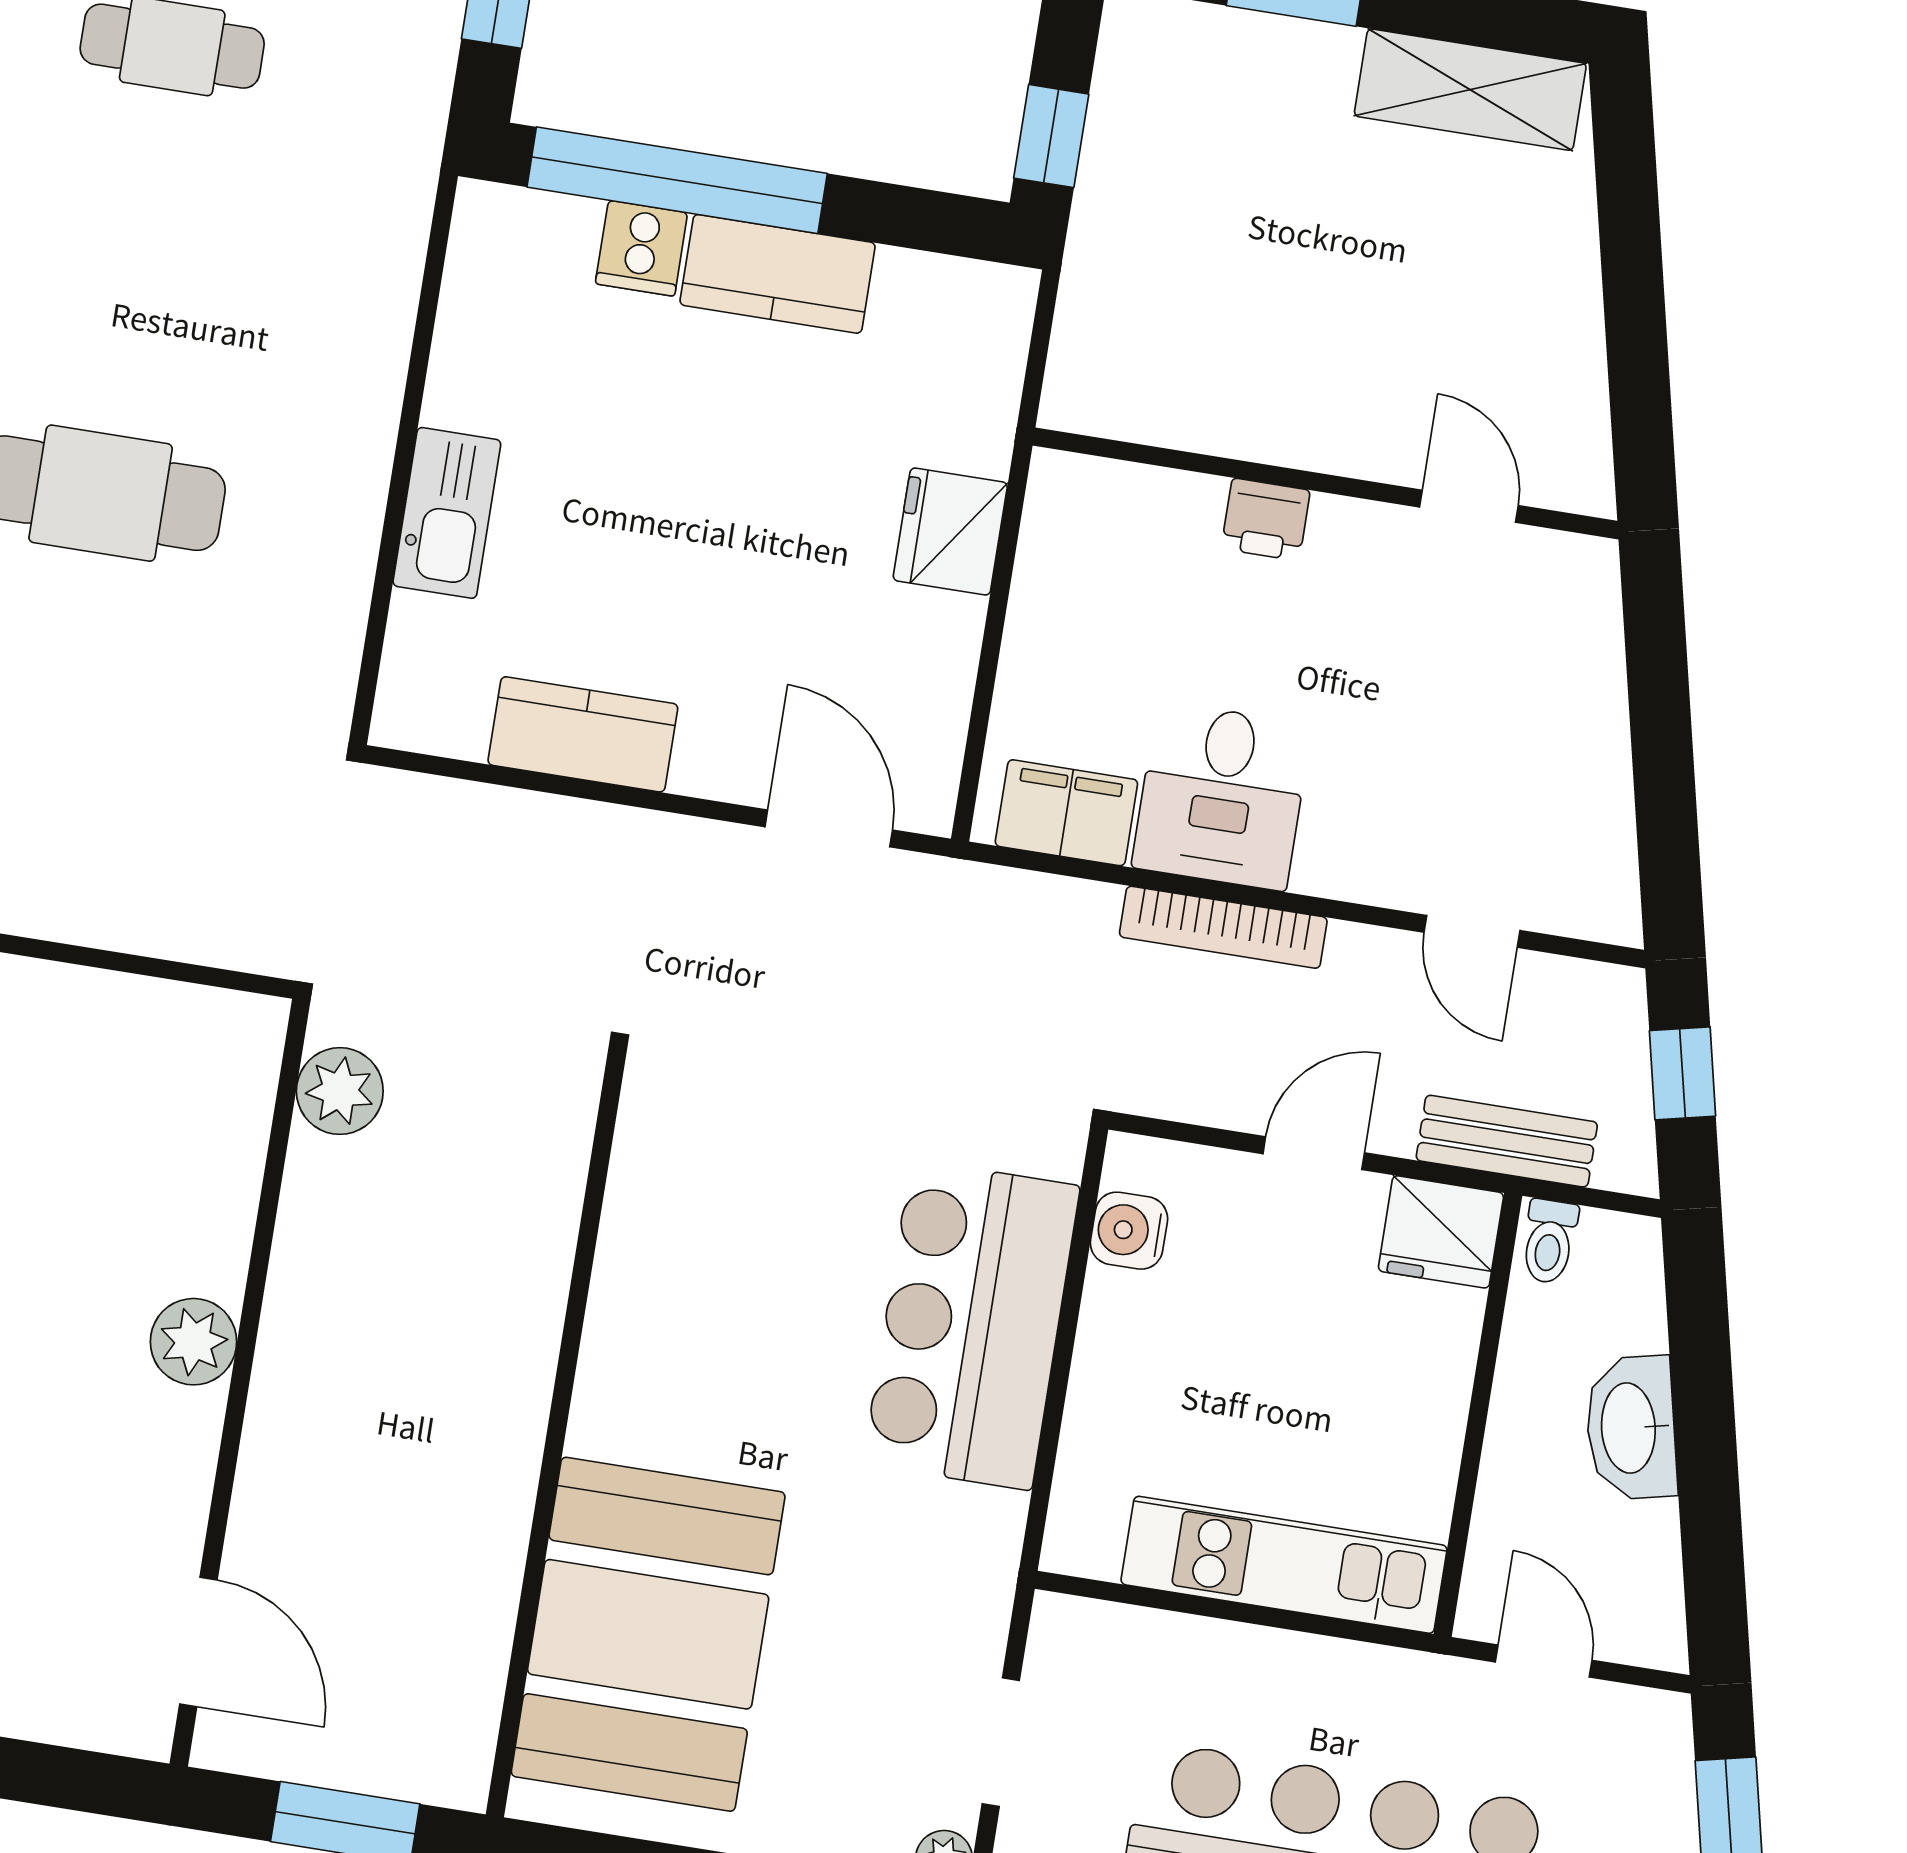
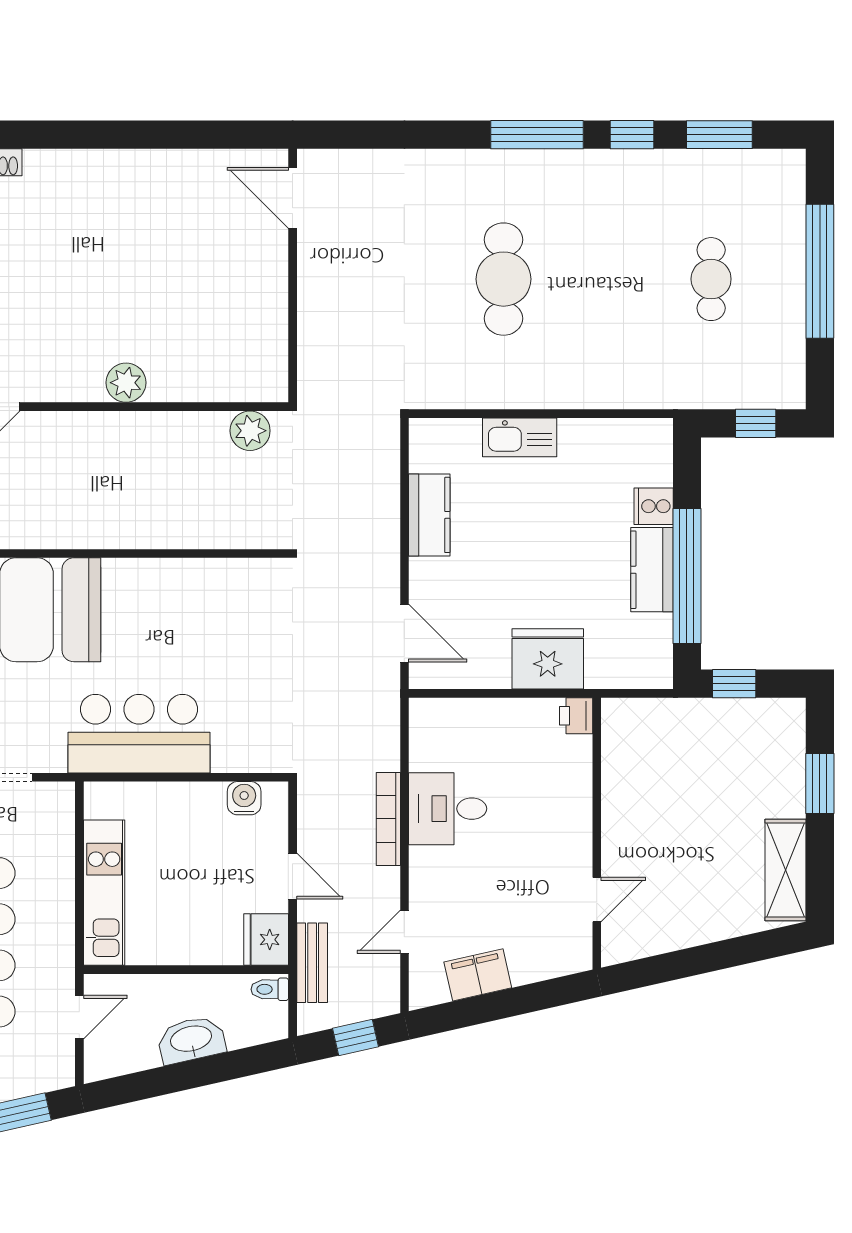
window: (677, 180) -> (687, 576), moved
printer: (1266, 519) -> (576, 716), moved
fridge: (950, 532) -> (548, 659), width x1.36, depth x1.34
filing cabinet: (1066, 813) -> (478, 975), moved, turned -103
door: (829, 828) -> (404, 633), hinge flipped
bar counter: (971, 1325) -> (139, 734), moved

